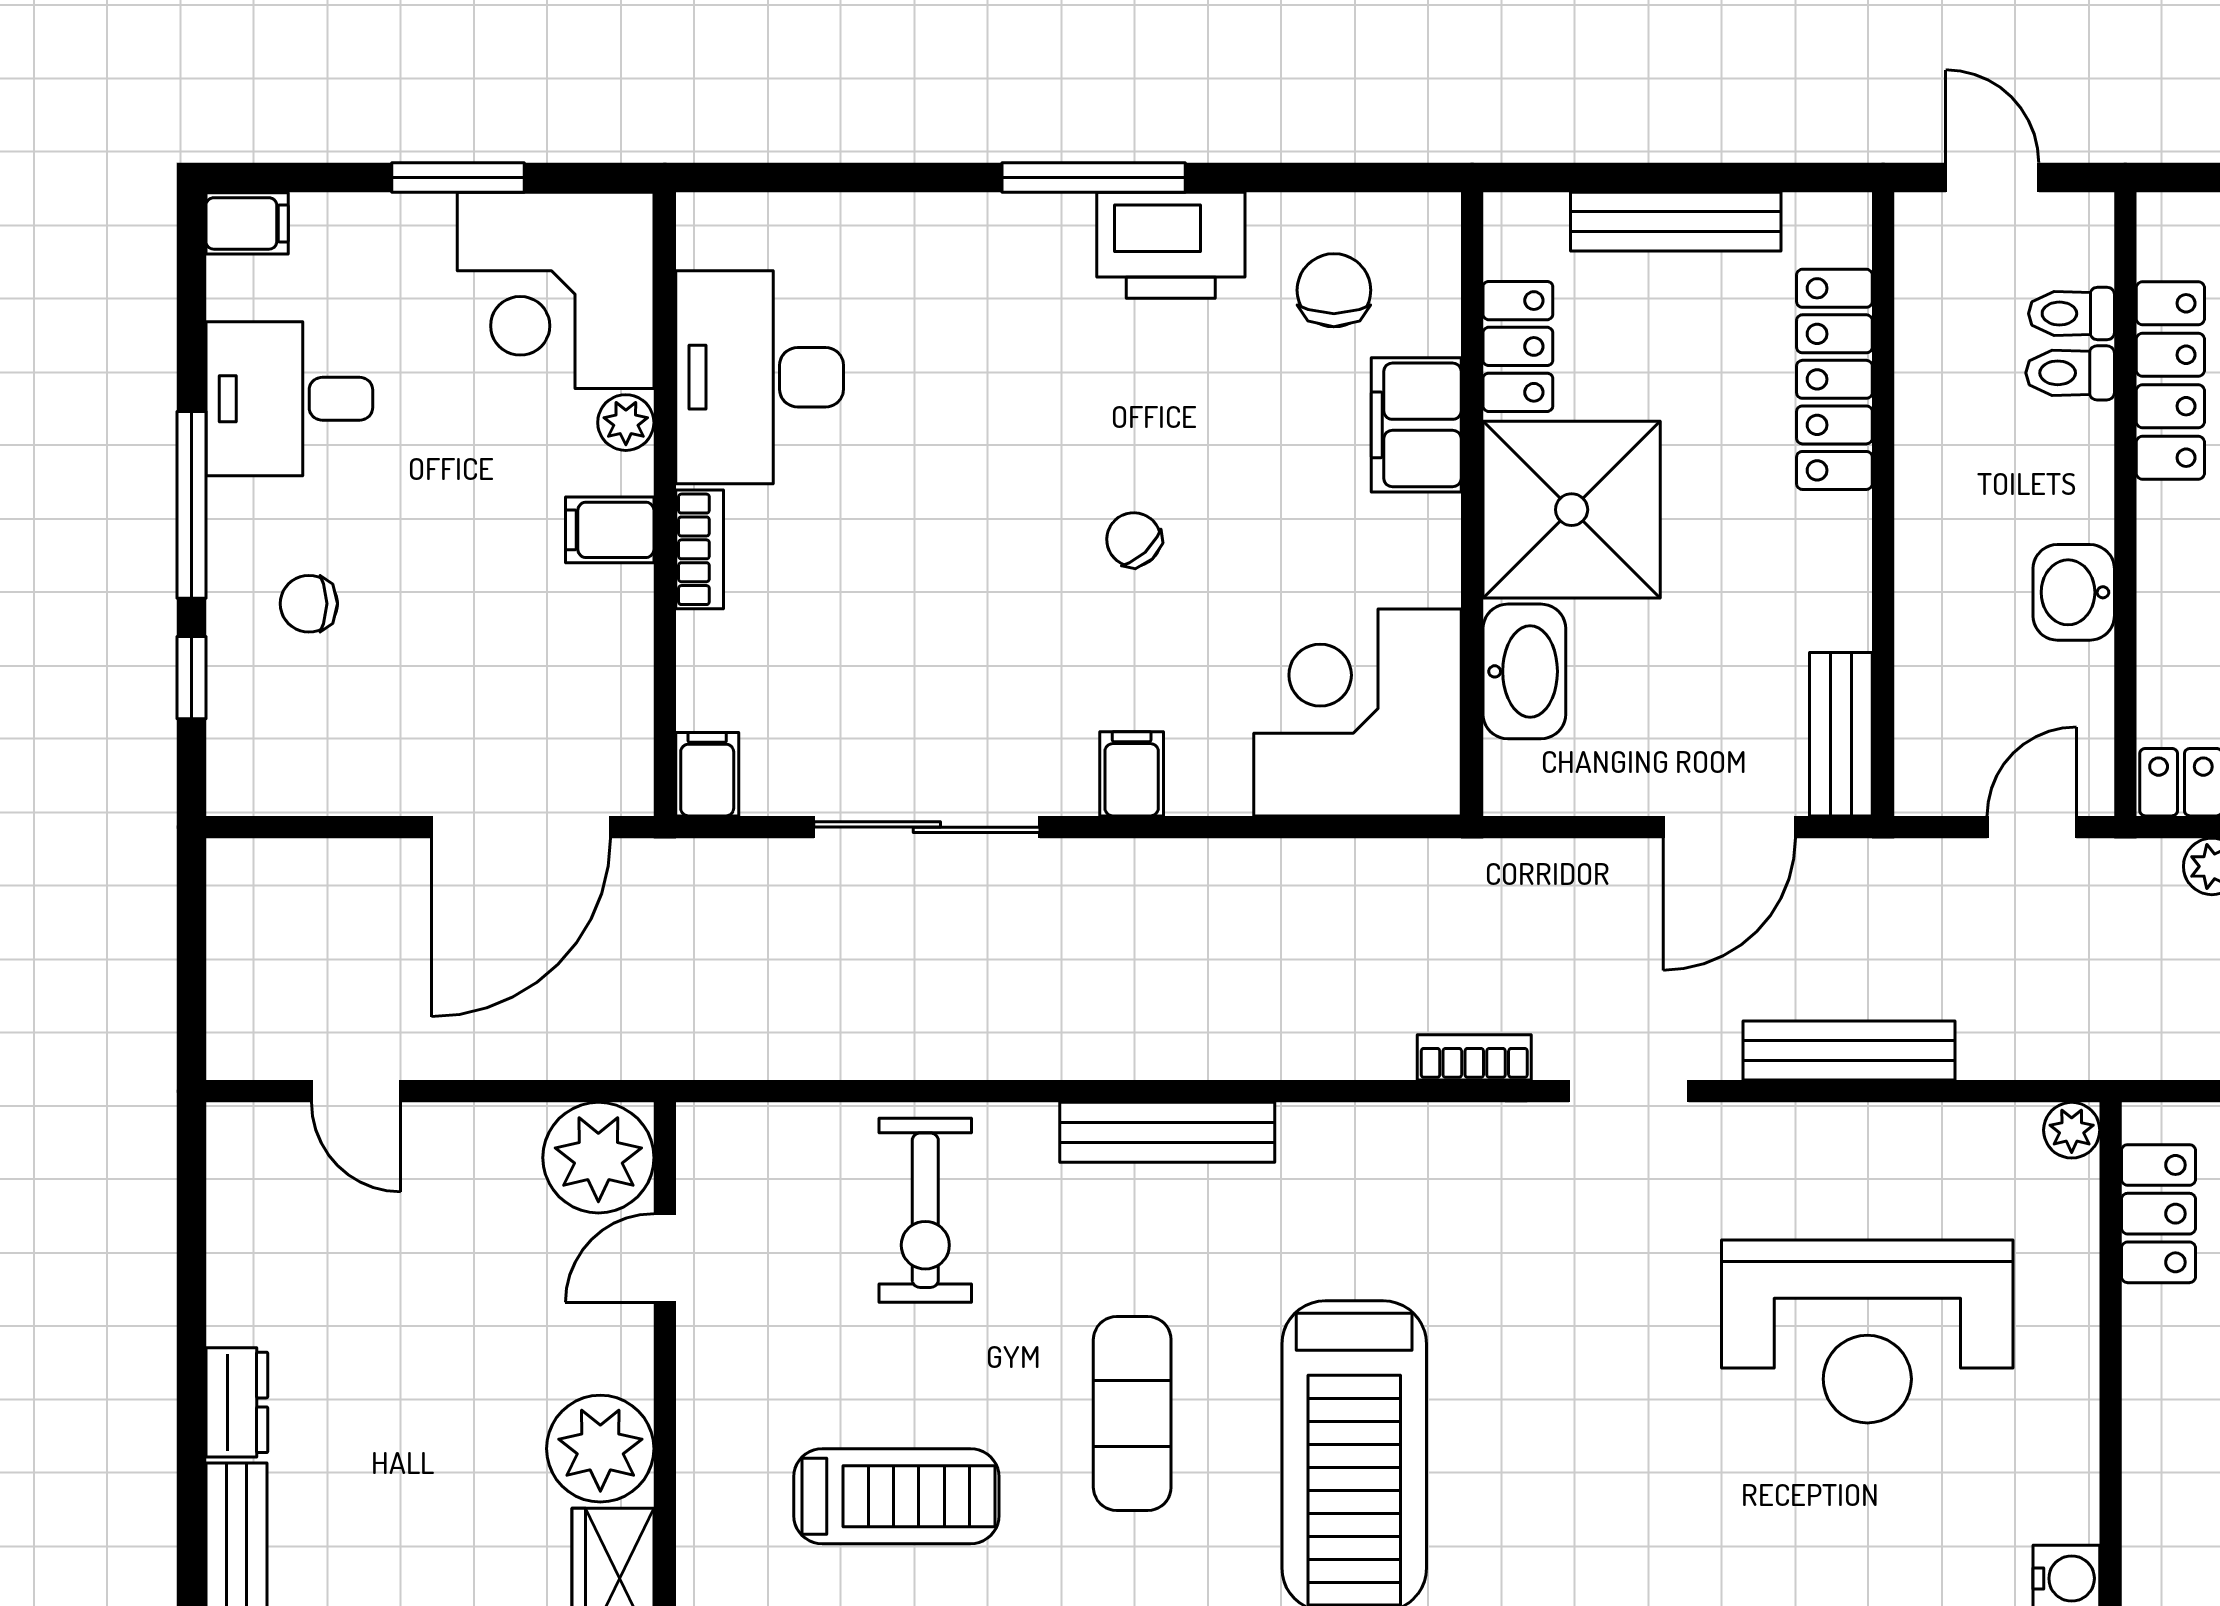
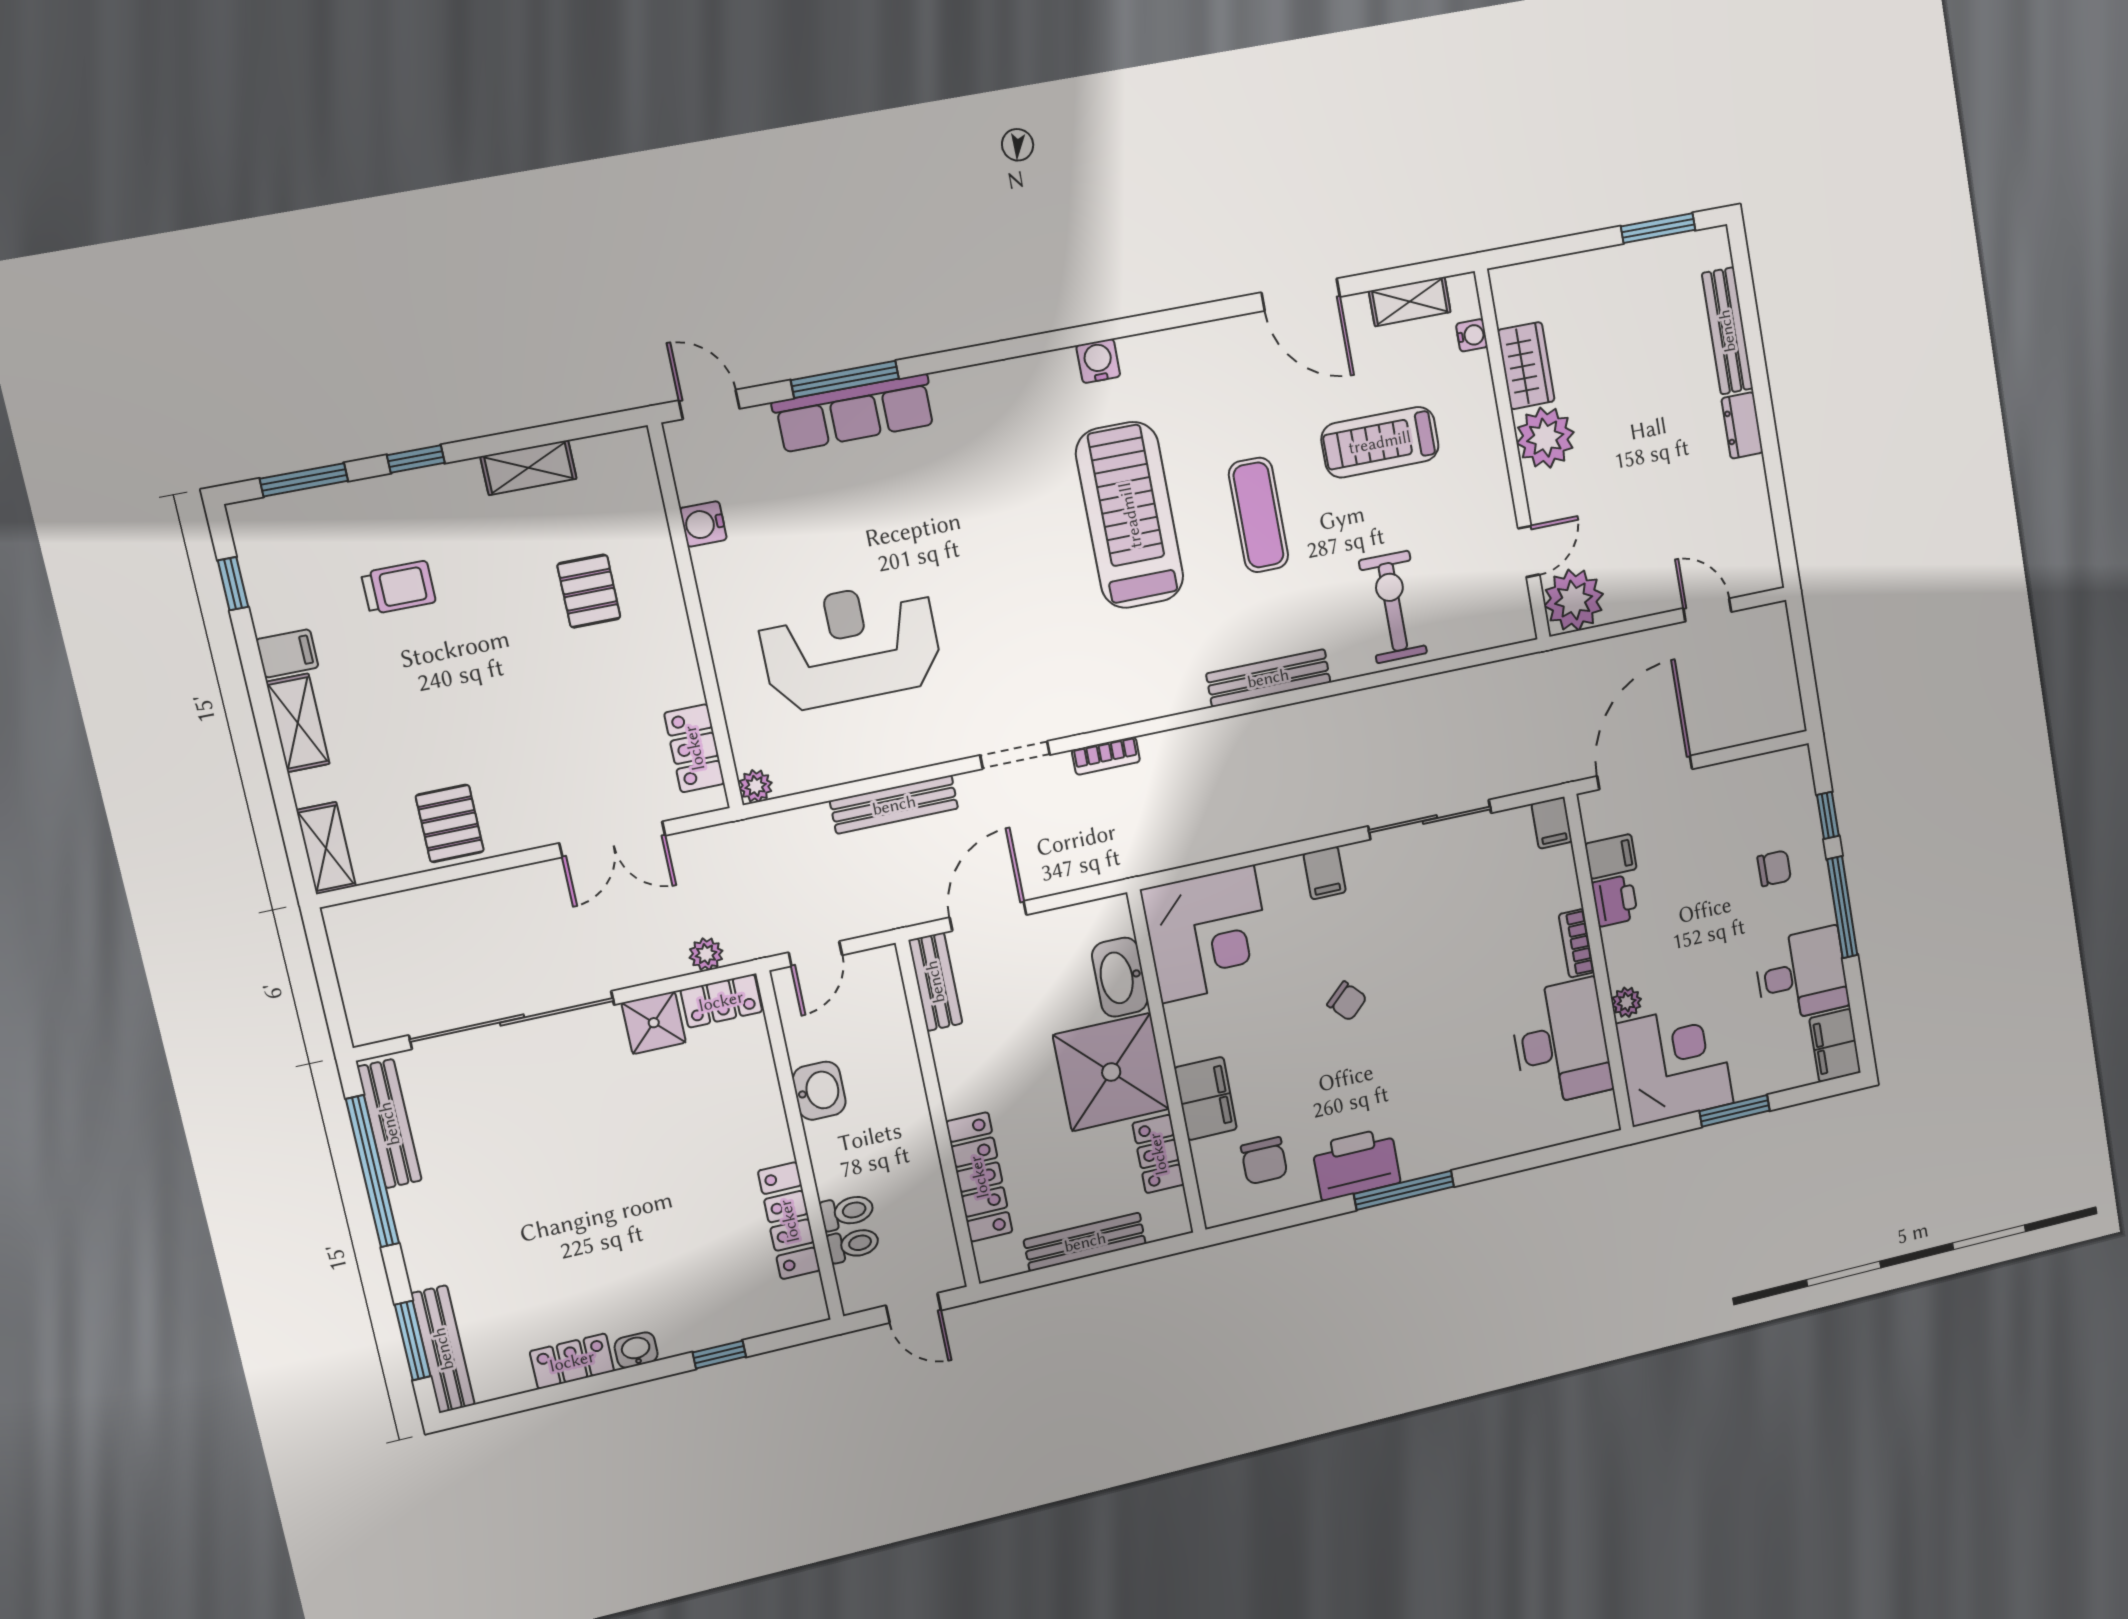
filing cabinet: (247, 223) -> (1835, 1045), width x2.00
filing cabinet: (610, 530) -> (1611, 856), moved
printer: (616, 610) -> (1615, 901), added

